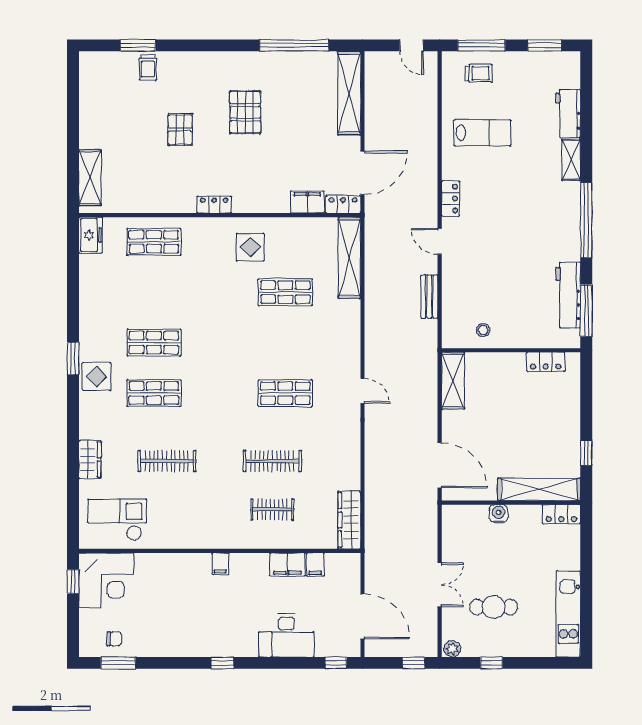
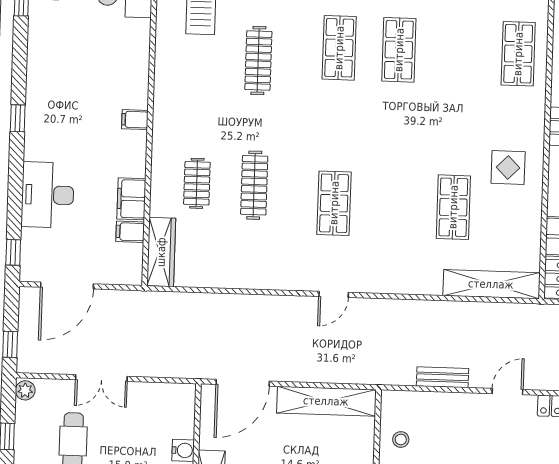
shelving: (453, 381) -> (326, 401), width x1.47
wardrobe: (349, 520) -> (161, 252), moved, turned 90

